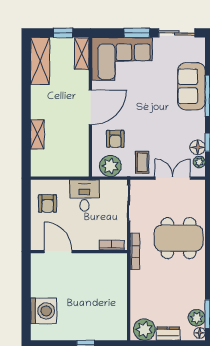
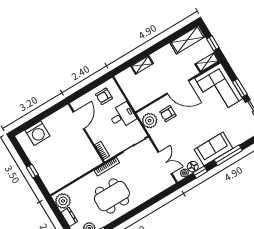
sofa: (191, 86) -> (214, 149), moved
coffee table: (142, 162) -> (163, 138), removed
dining table: (179, 238) -> (112, 196), moved, turned 90

